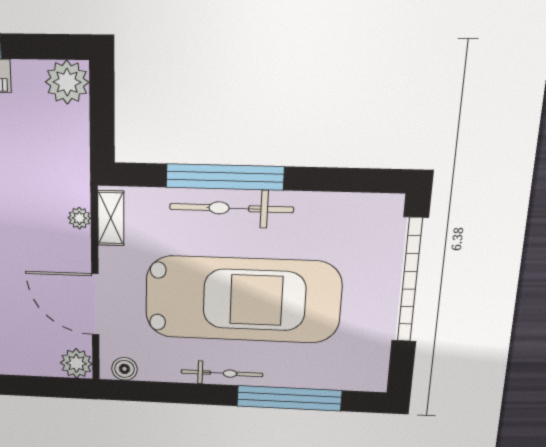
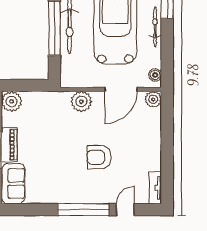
plant: (79, 218) -> (81, 101), width x1.88, depth x1.88
shelving: (111, 218) -> (76, 82), removed

